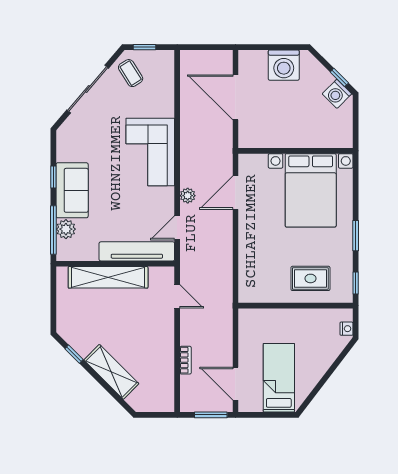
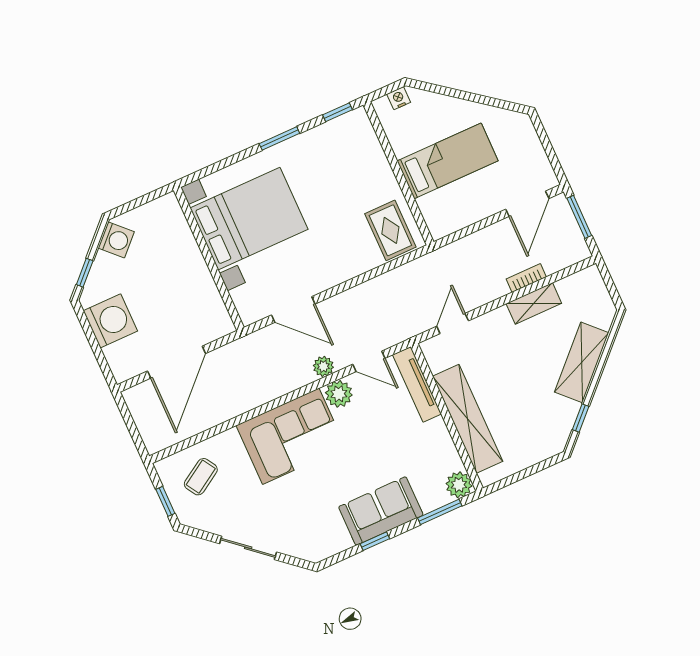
coffee table: (131, 73) -> (201, 477), moved
window: (339, 77) -> (85, 273), moved
sliding door: (88, 89) -> (248, 548), width x0.73
plant: (164, 198) -> (339, 394), added
plant: (66, 229) -> (459, 485), moved
window: (53, 230) -> (440, 512), width x0.69
tv unit: (137, 251) -> (417, 384), width x0.73, depth x0.78
rug: (310, 278) -> (390, 230), moved
shelving: (166, 358) -> (534, 303), added
bed: (279, 378) -> (448, 161), moved, turned 180

